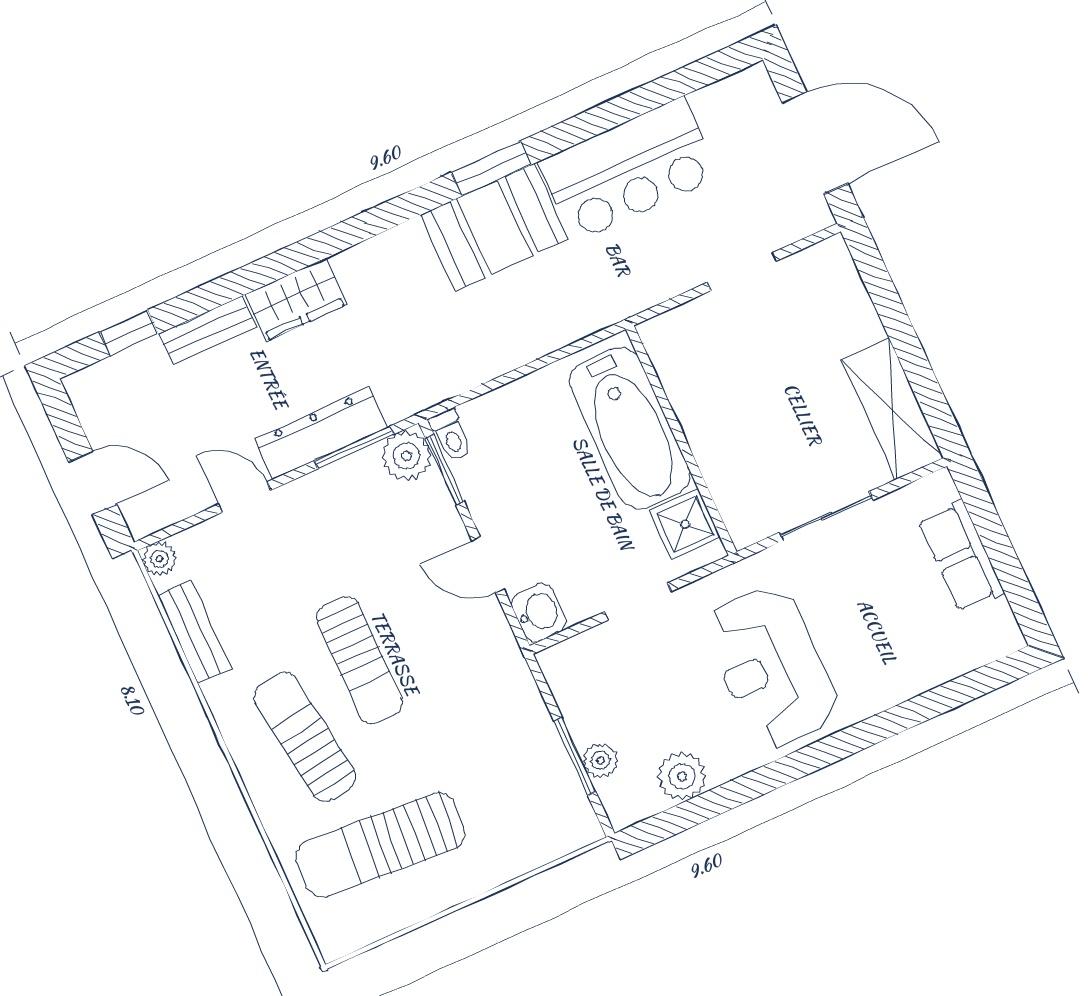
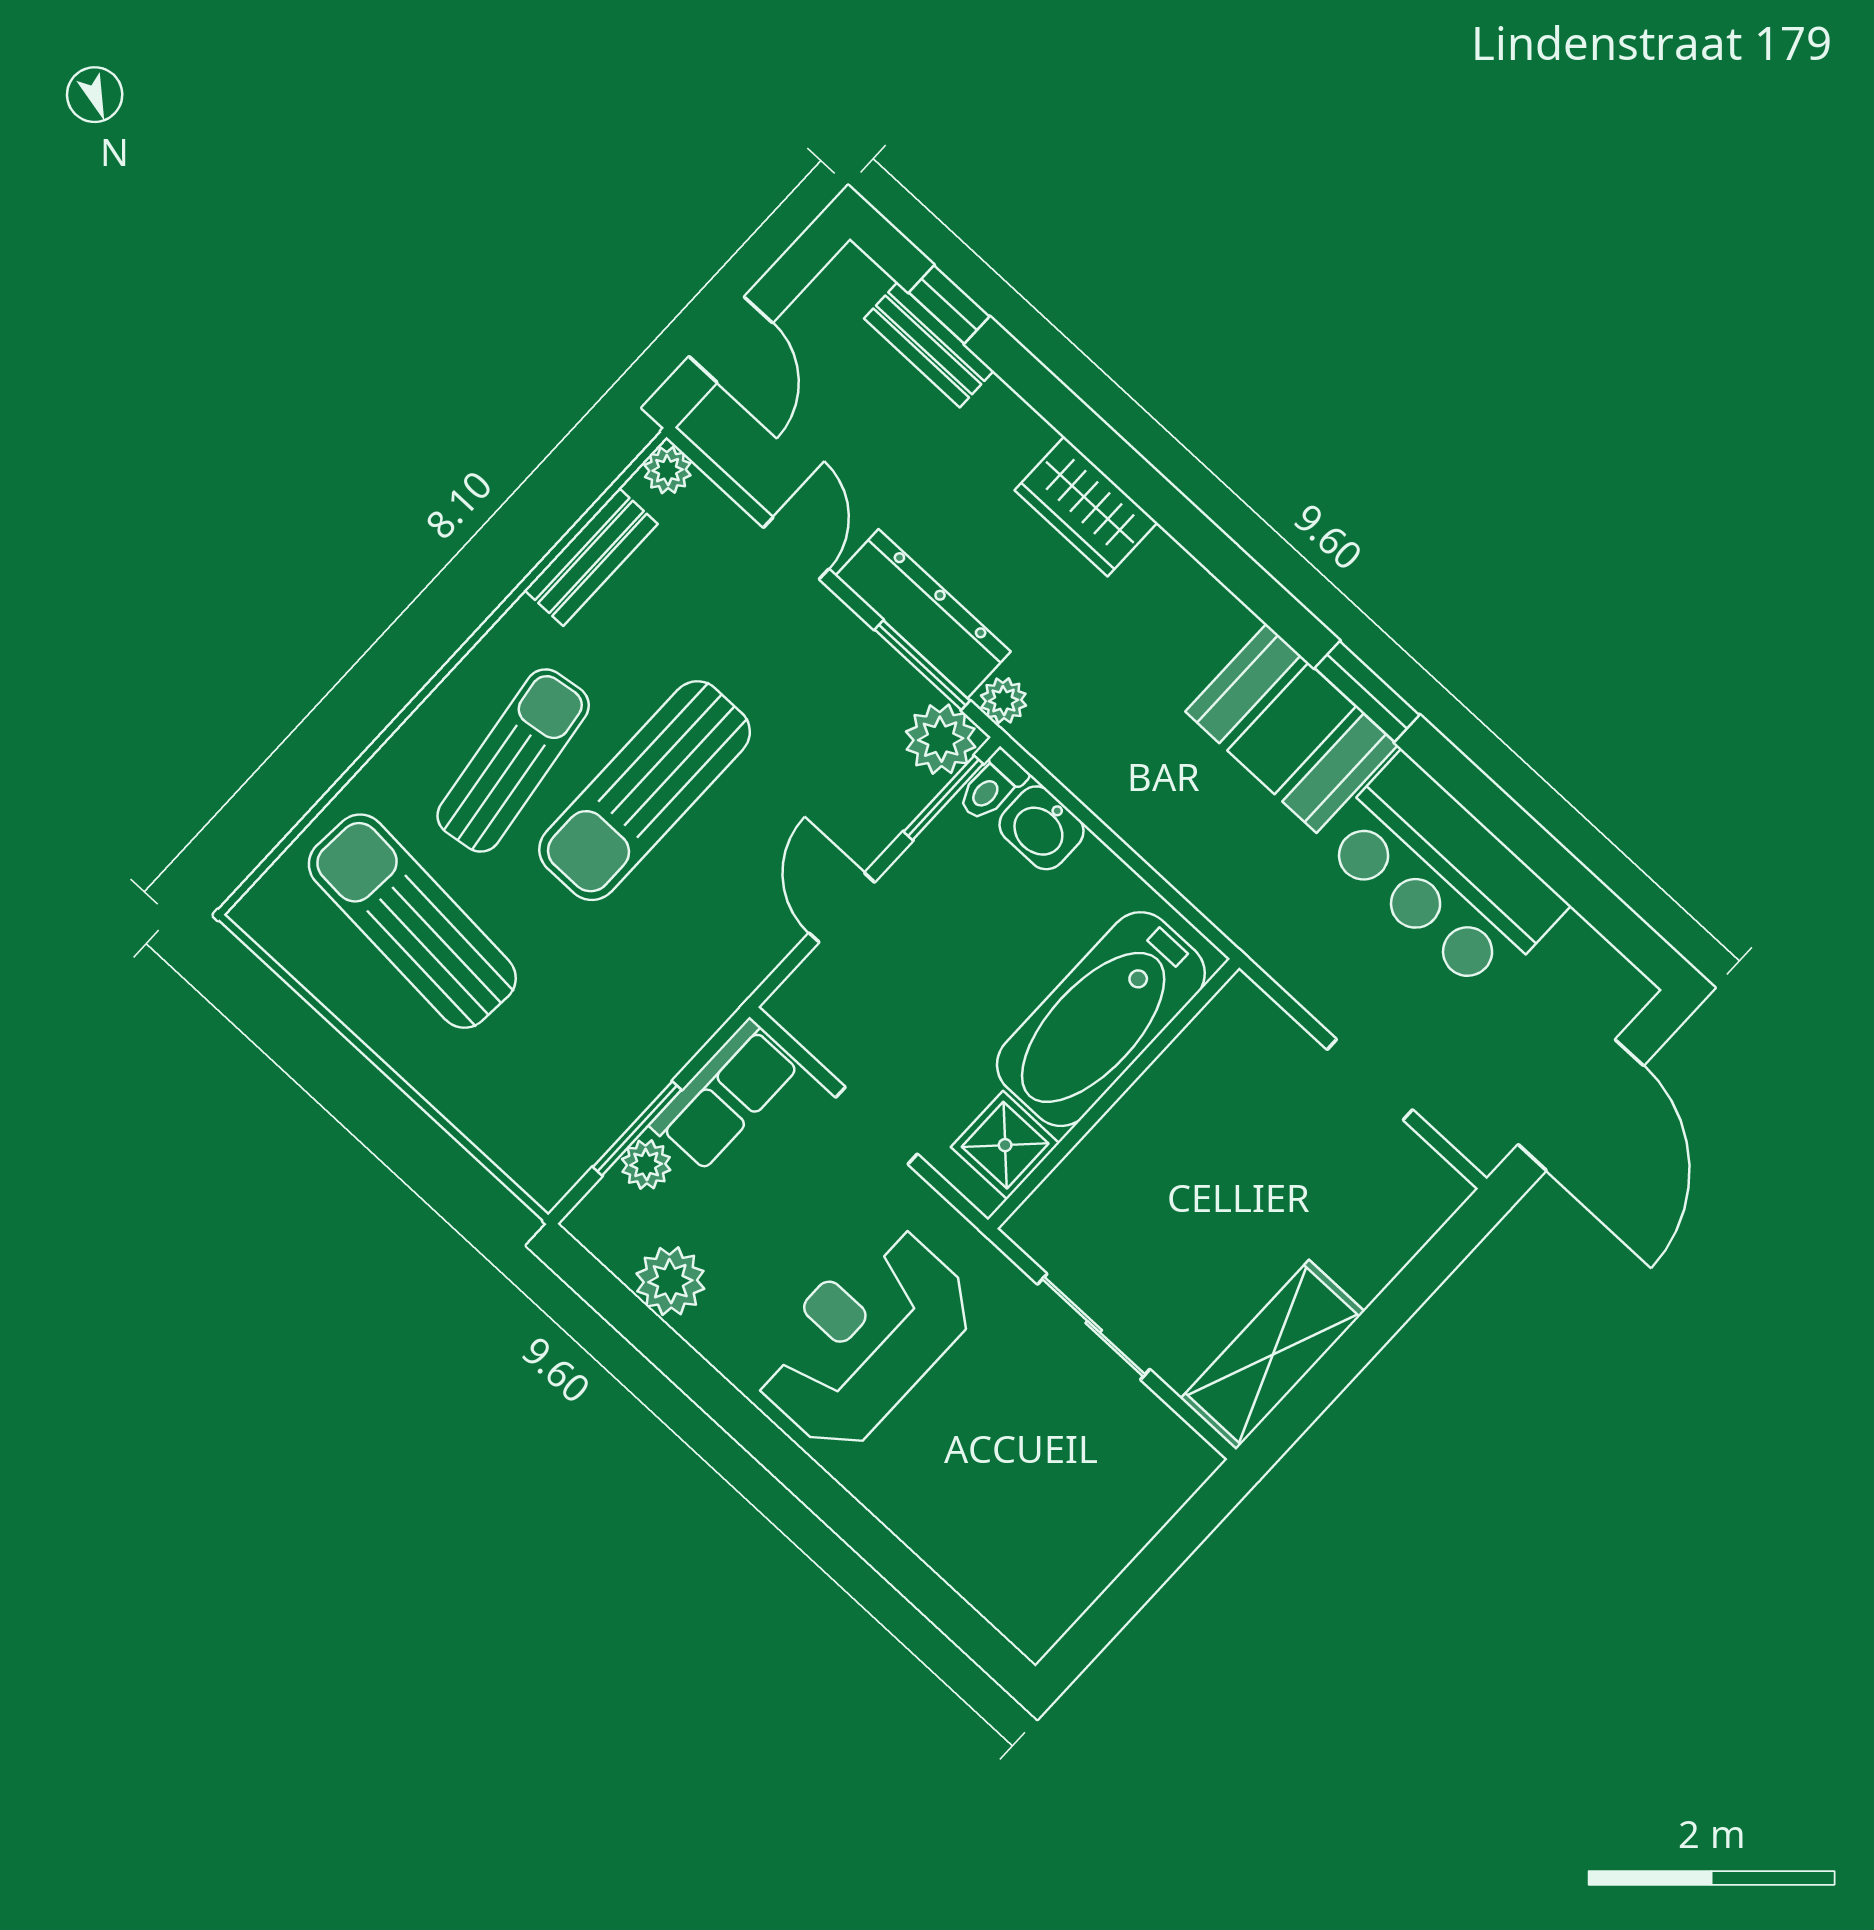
bench: (208, 330) -> (929, 345), moved
plant: (399, 405) -> (1004, 701), added
row of seats: (961, 556) -> (725, 1095), moved, turned 180
washbasin: (539, 613) -> (1041, 828), moved, turned 90
sun lounger: (359, 660) -> (645, 791), width x1.36, depth x1.34

